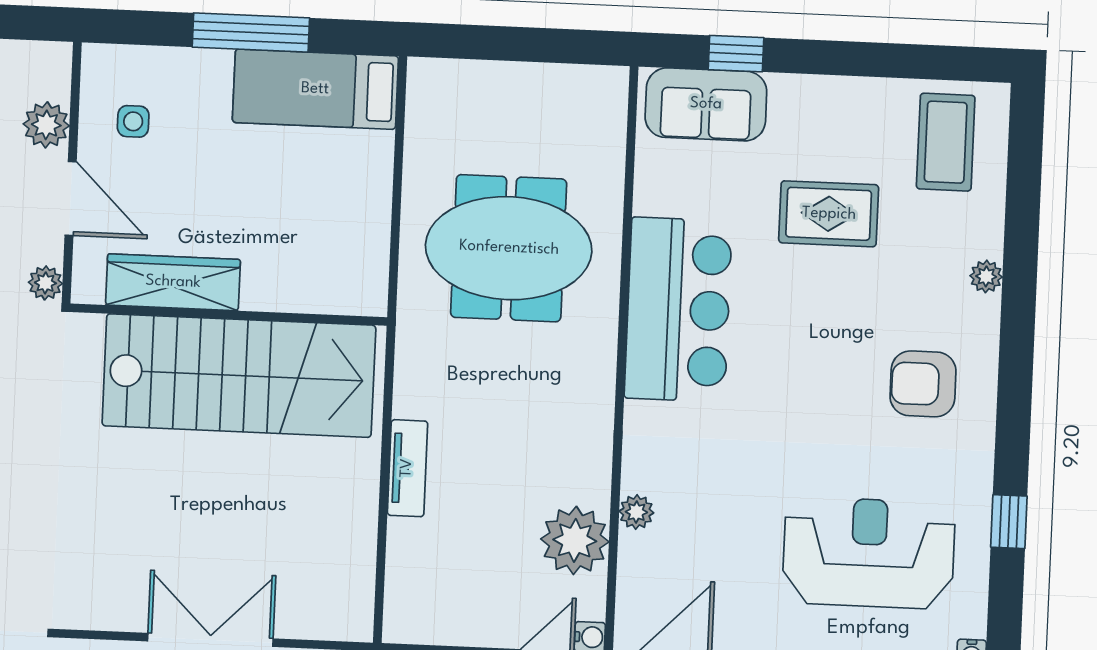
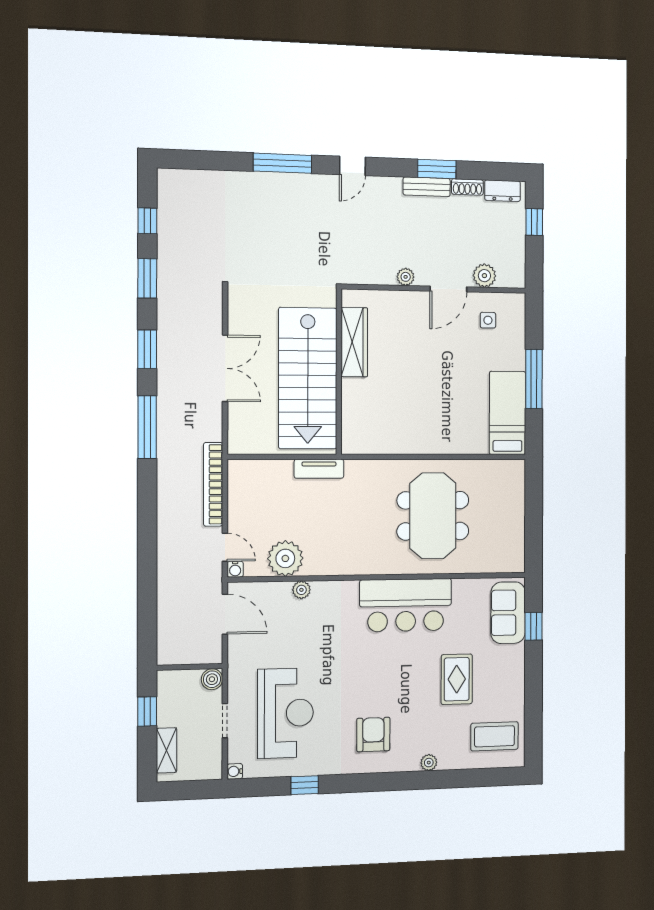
wardrobe: (173, 282) -> (354, 342), moved
wall: (229, 315) -> (339, 372), moved
stairs: (239, 376) -> (308, 378), moved

